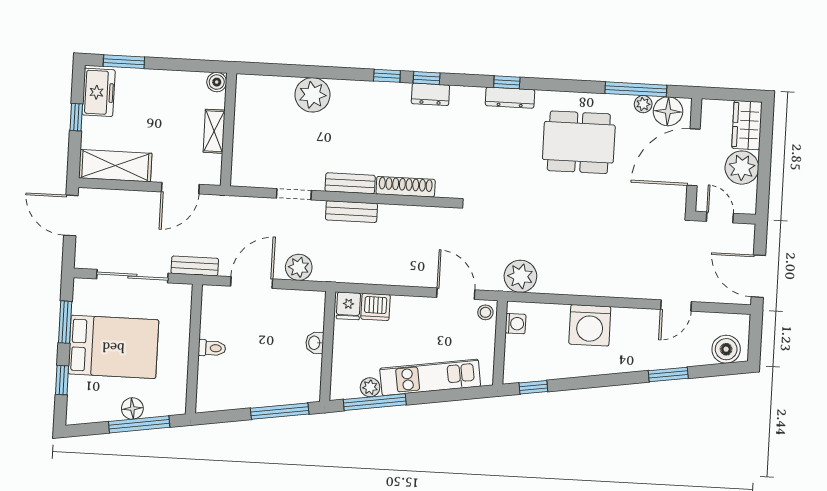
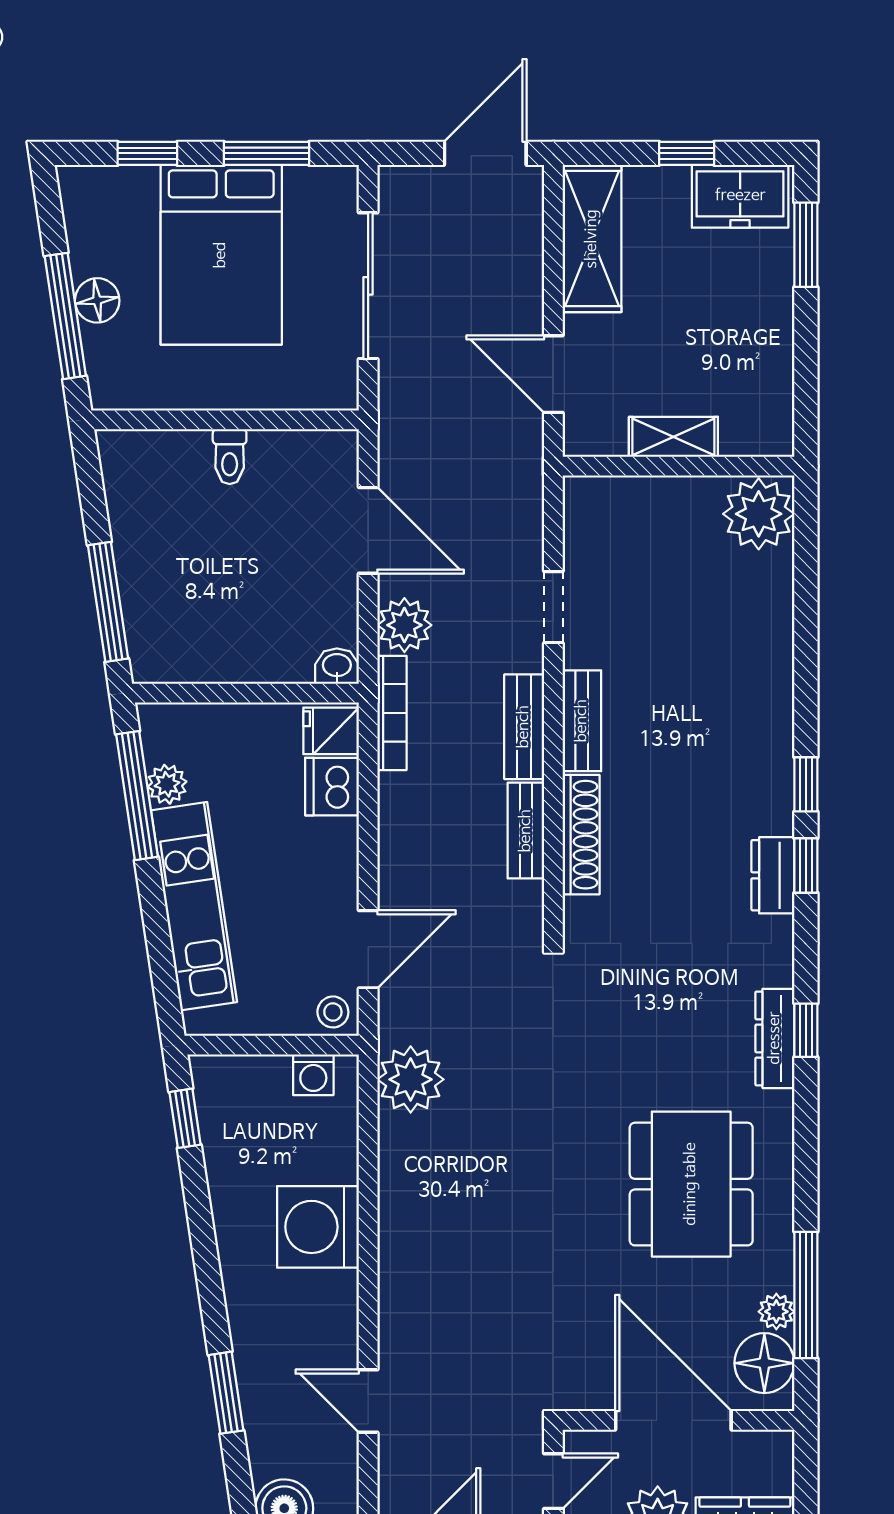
boiler: (217, 82) -> (774, 437), removed
plant: (312, 95) -> (759, 514), moved
bench: (195, 266) -> (526, 831), moved
bookcase: (341, 276) -> (392, 713), added
washbasin: (315, 343) -> (337, 666), moved

